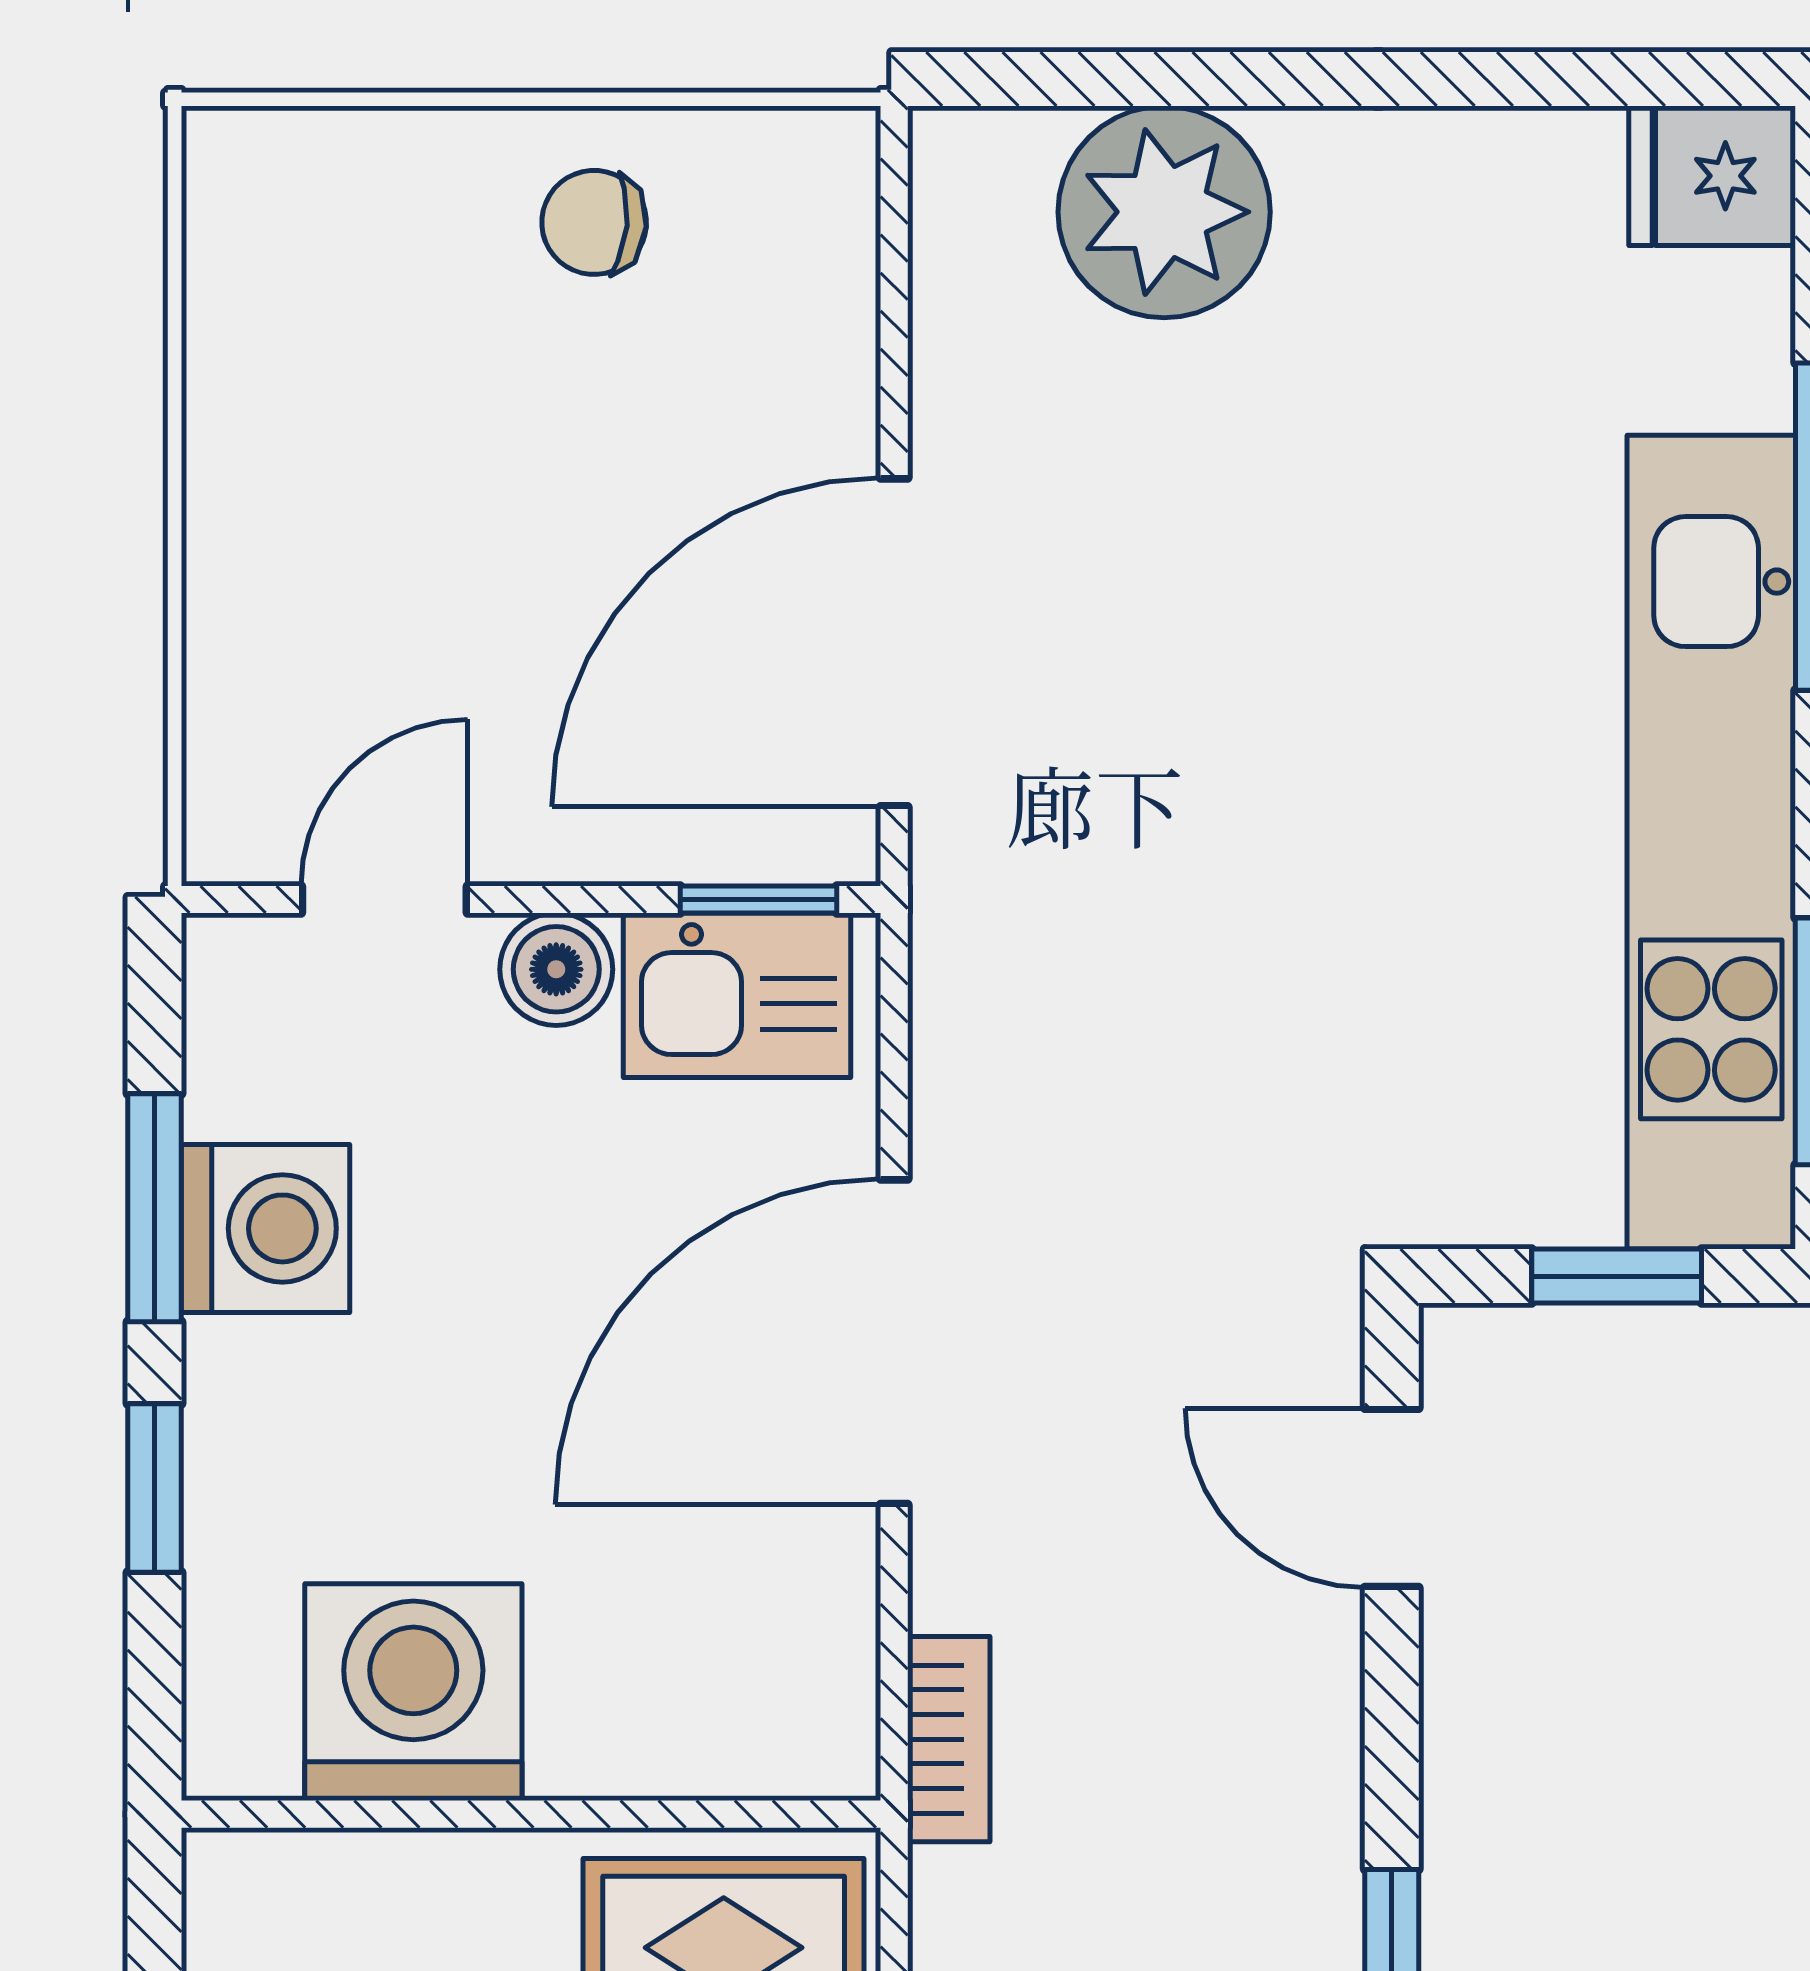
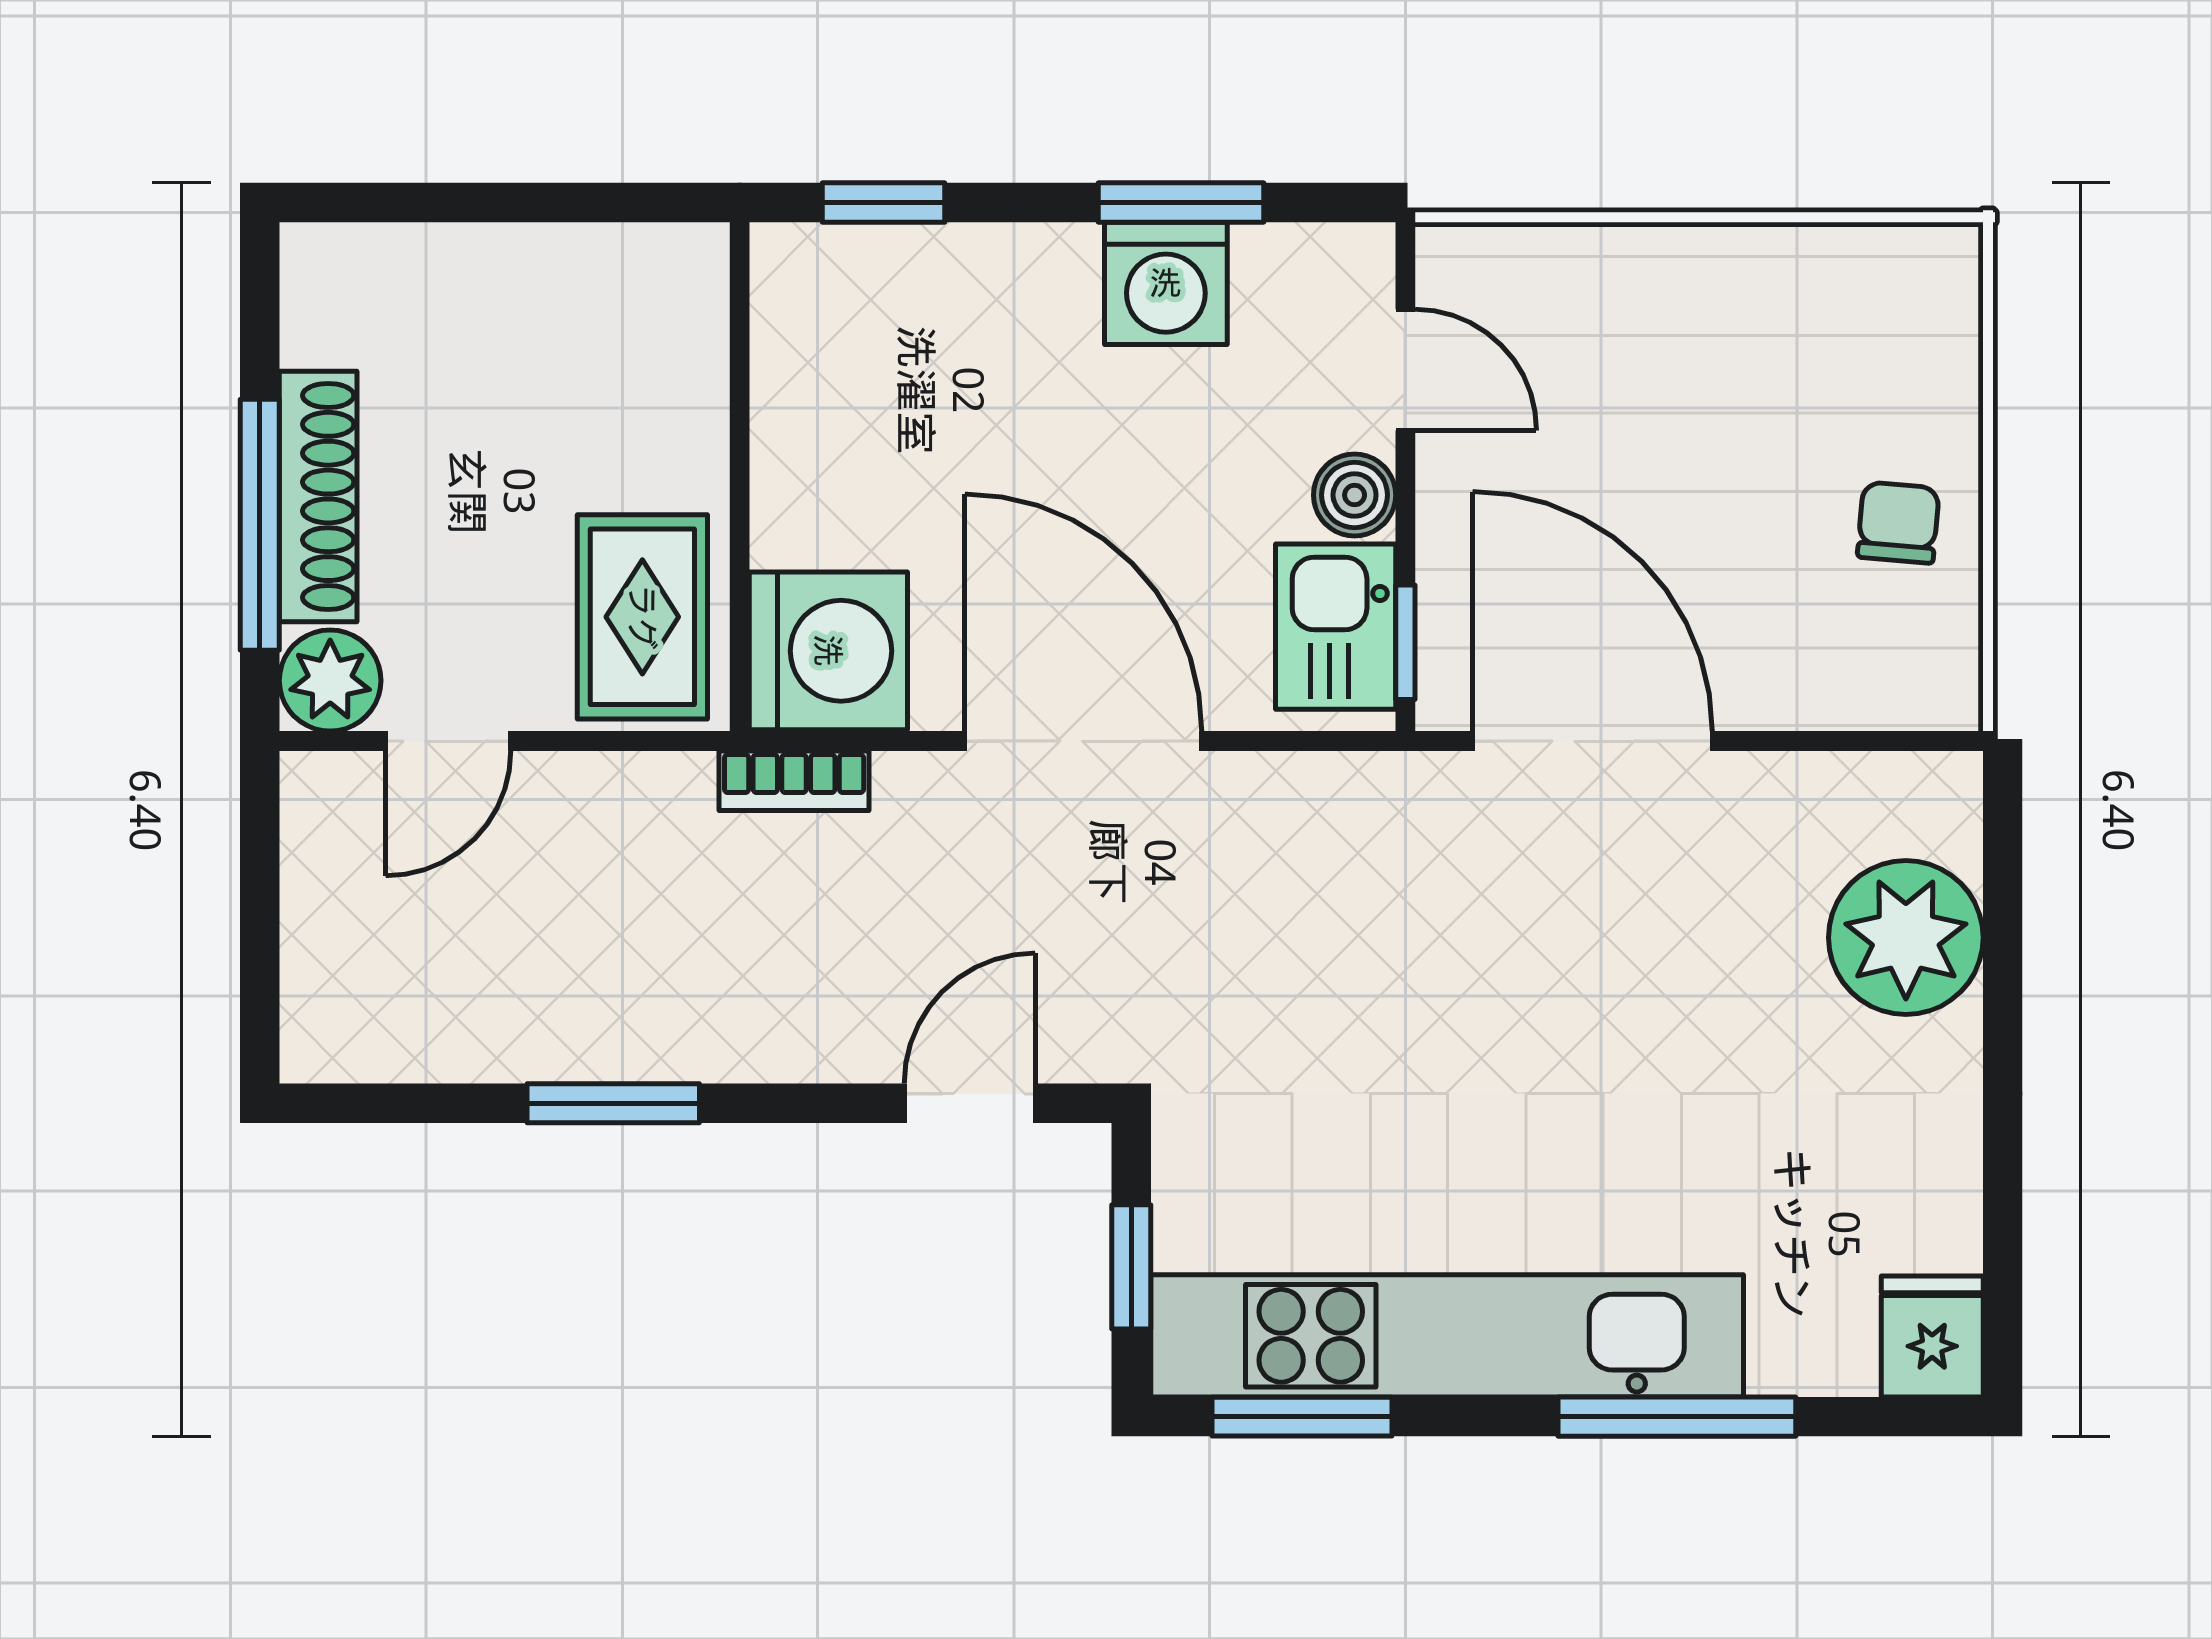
window: (154, 1488) -> (884, 203), moved
washing machine: (413, 1692) -> (828, 651), moved

